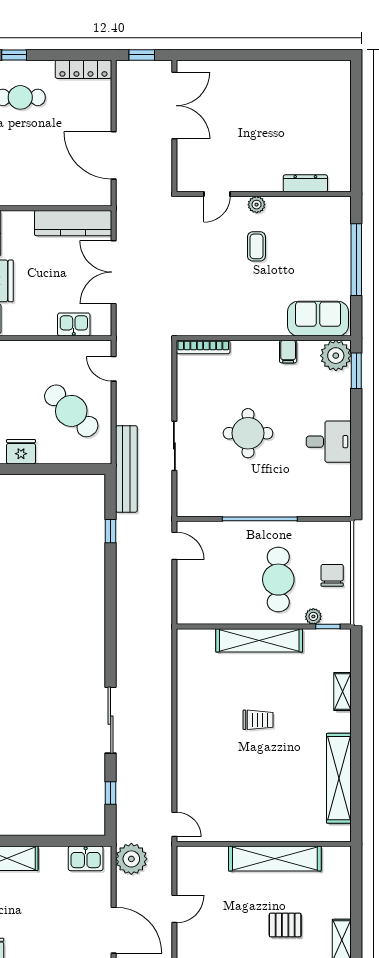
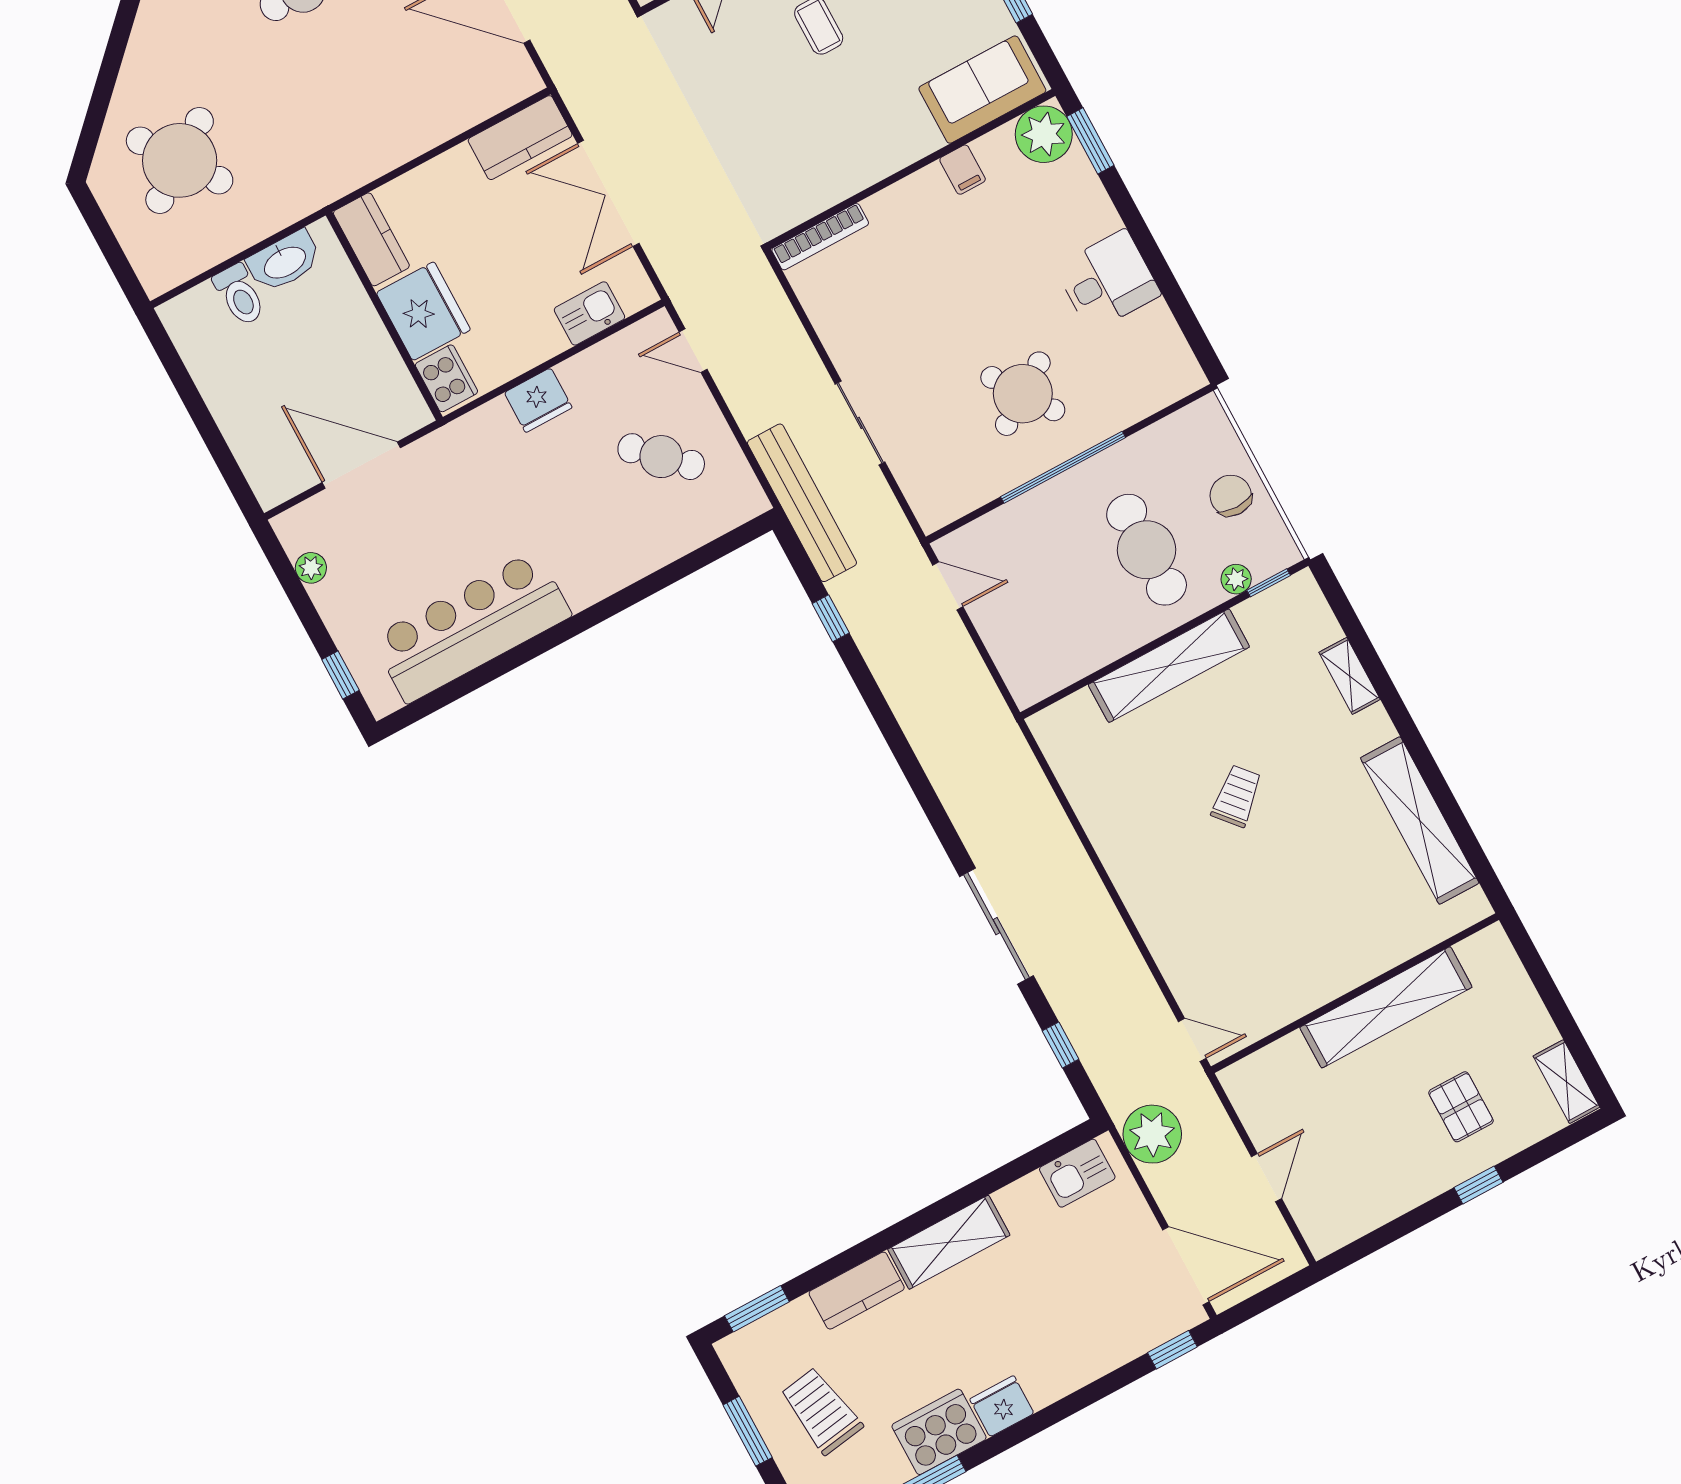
kitchen counter: (73, 223) -> (520, 138), width x0.67
cafe table: (71, 411) -> (661, 457), width x0.73, depth x0.74
round table: (248, 433) -> (1023, 394), moved, turned -34
fridge: (21, 452) -> (538, 400), moved, turned 180
trolley: (258, 720) -> (1237, 796), turned -41
pallet: (285, 925) -> (1461, 1107), turned 90

